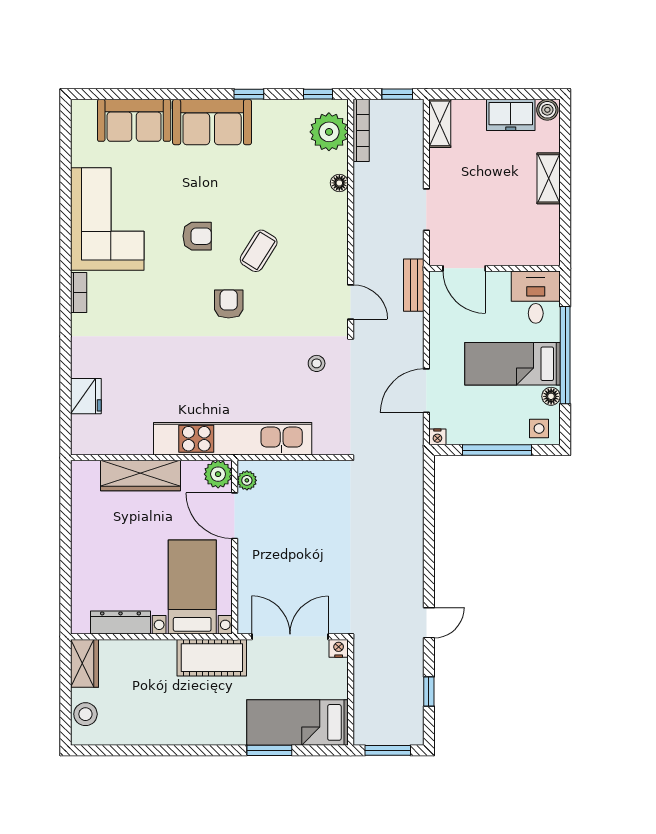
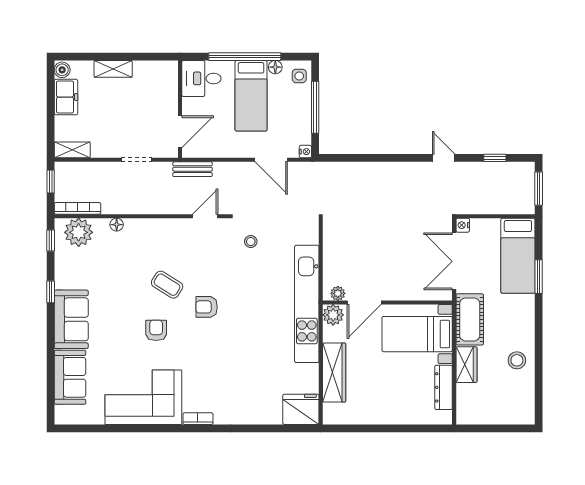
fridge: (86, 396) -> (301, 409), moved, width x1.36, depth x1.34
wardrobe: (84, 663) -> (466, 365), moved, turned 90
stool: (85, 714) -> (517, 360), moved

